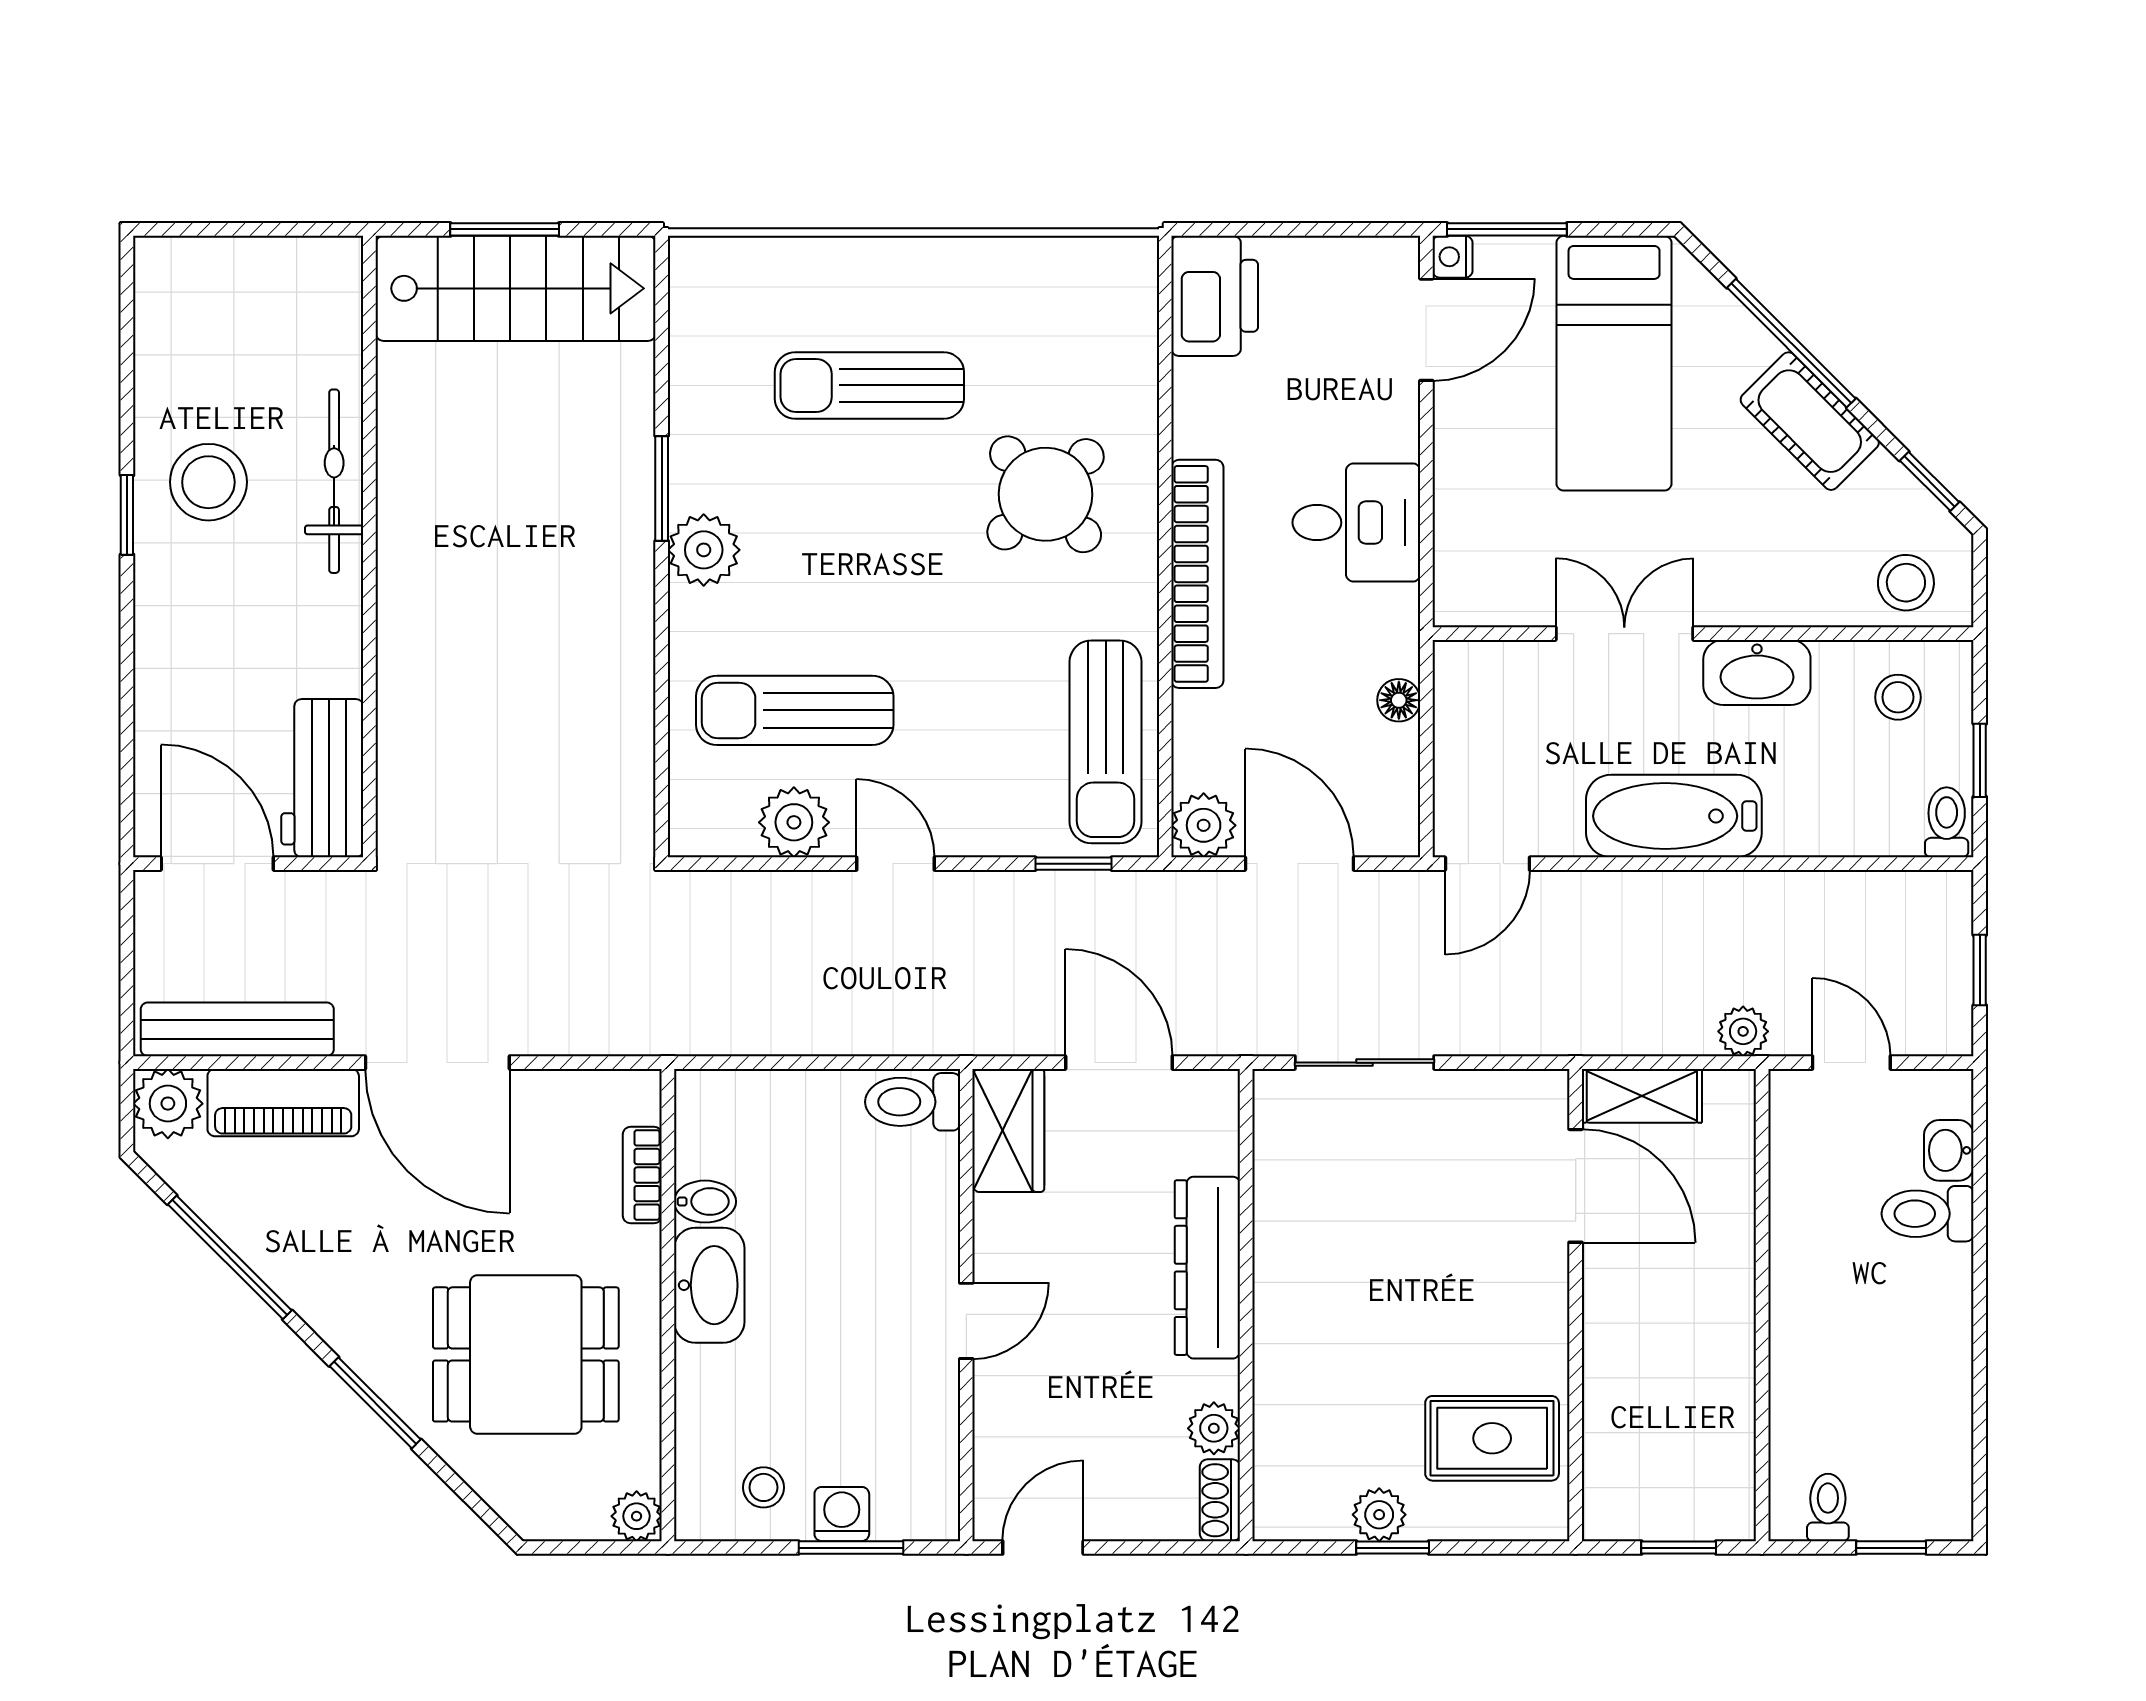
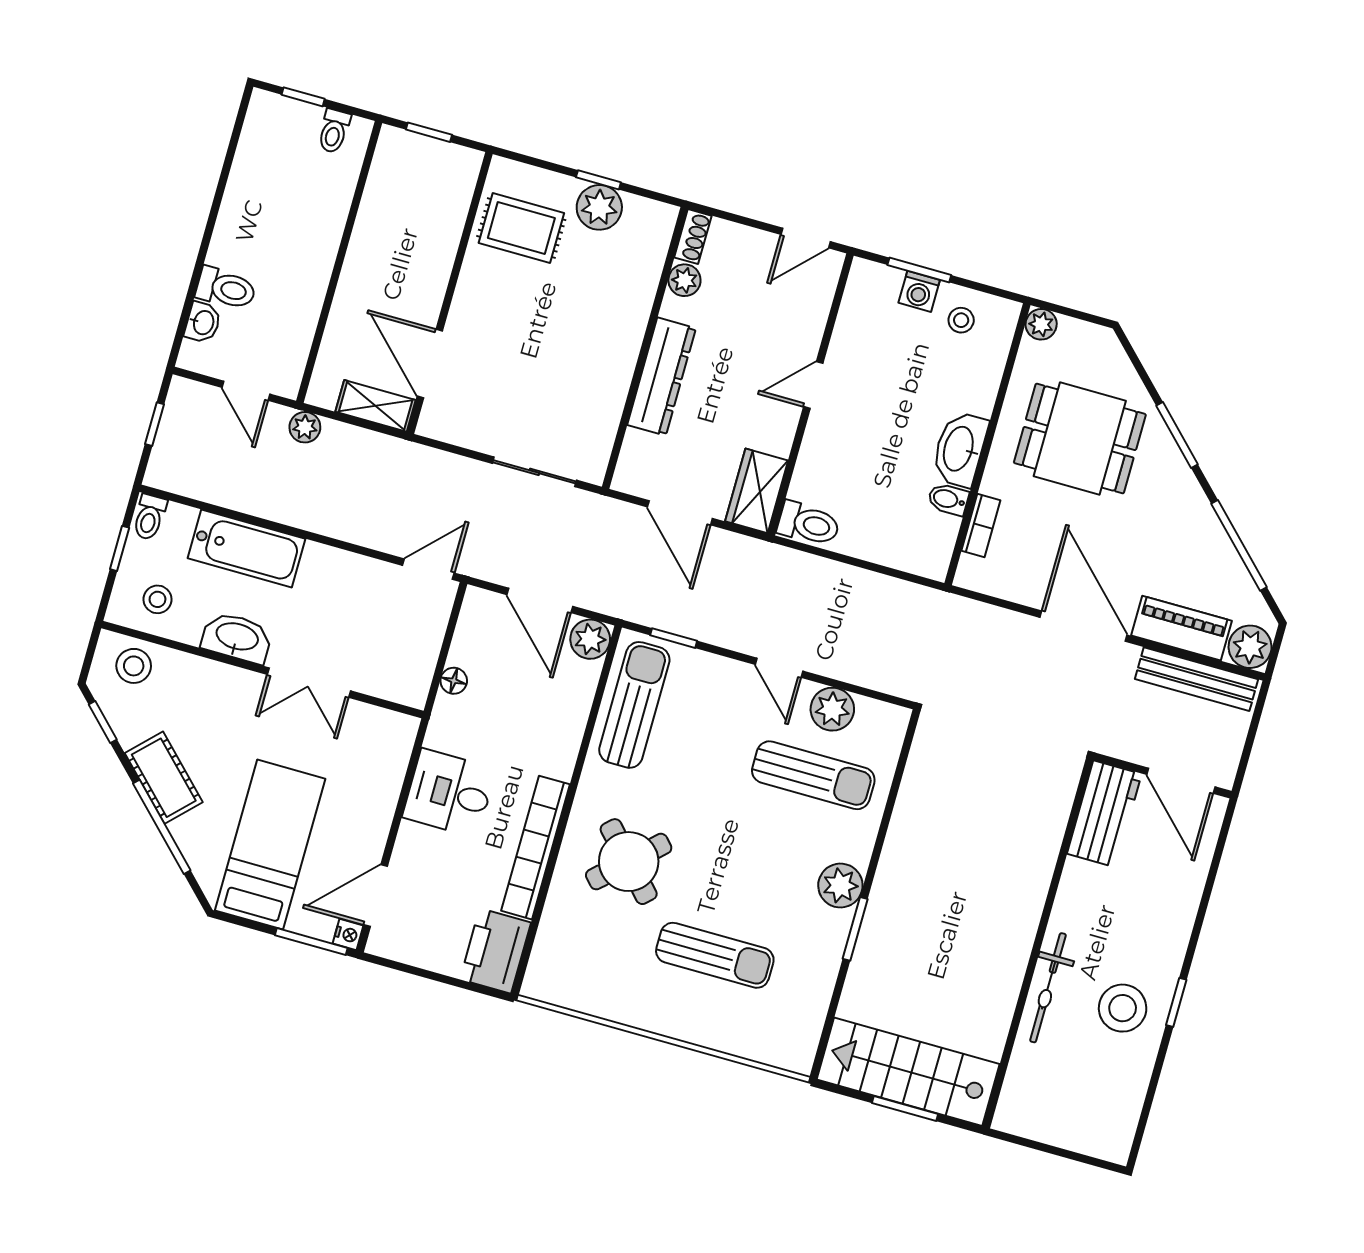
bookcase: (1197, 574) -> (536, 848), moved
bathtub: (1674, 816) -> (246, 548), moved
plant: (1379, 1515) -> (599, 207), width x1.38, depth x1.38

